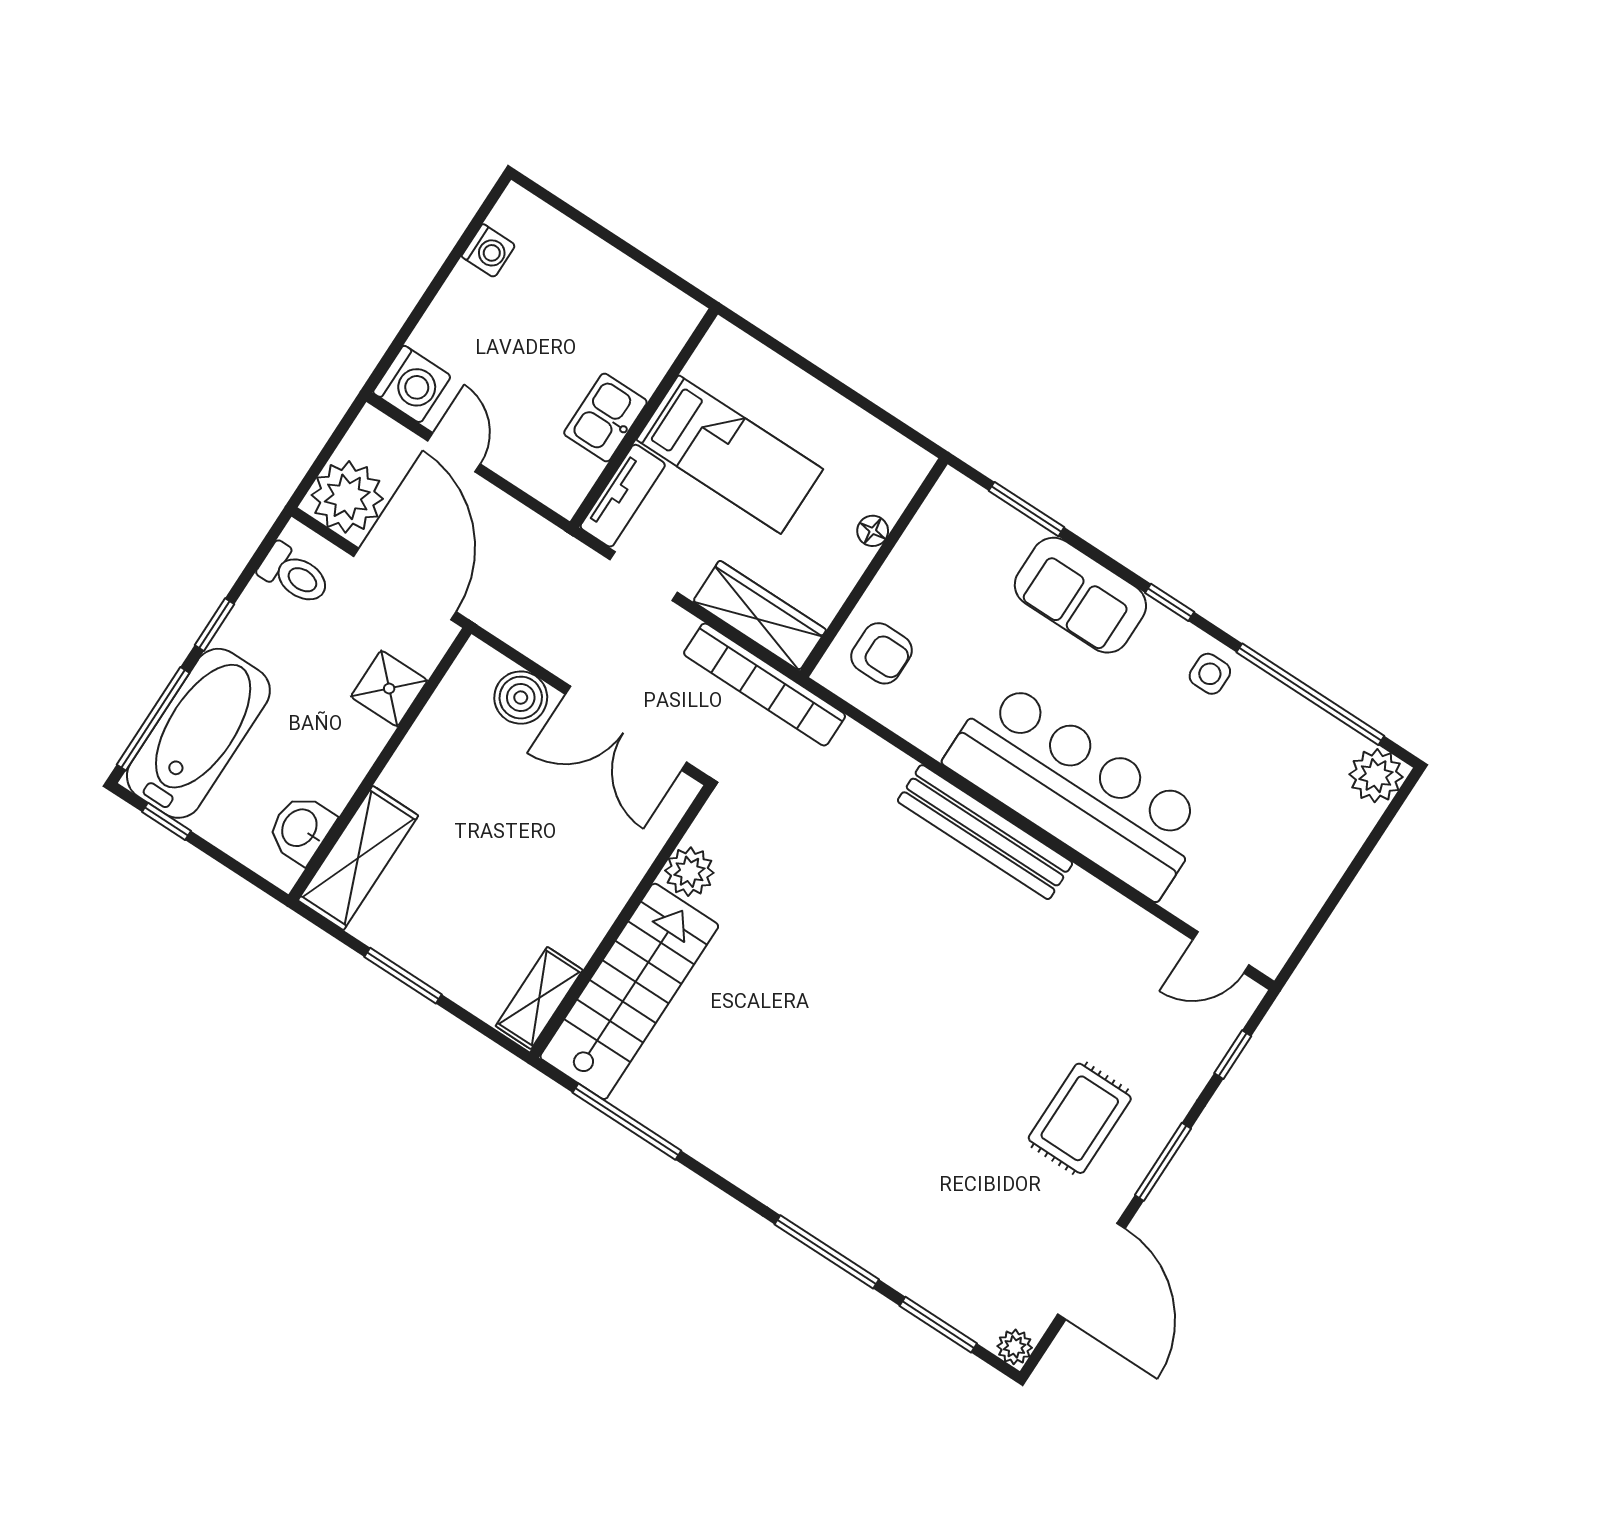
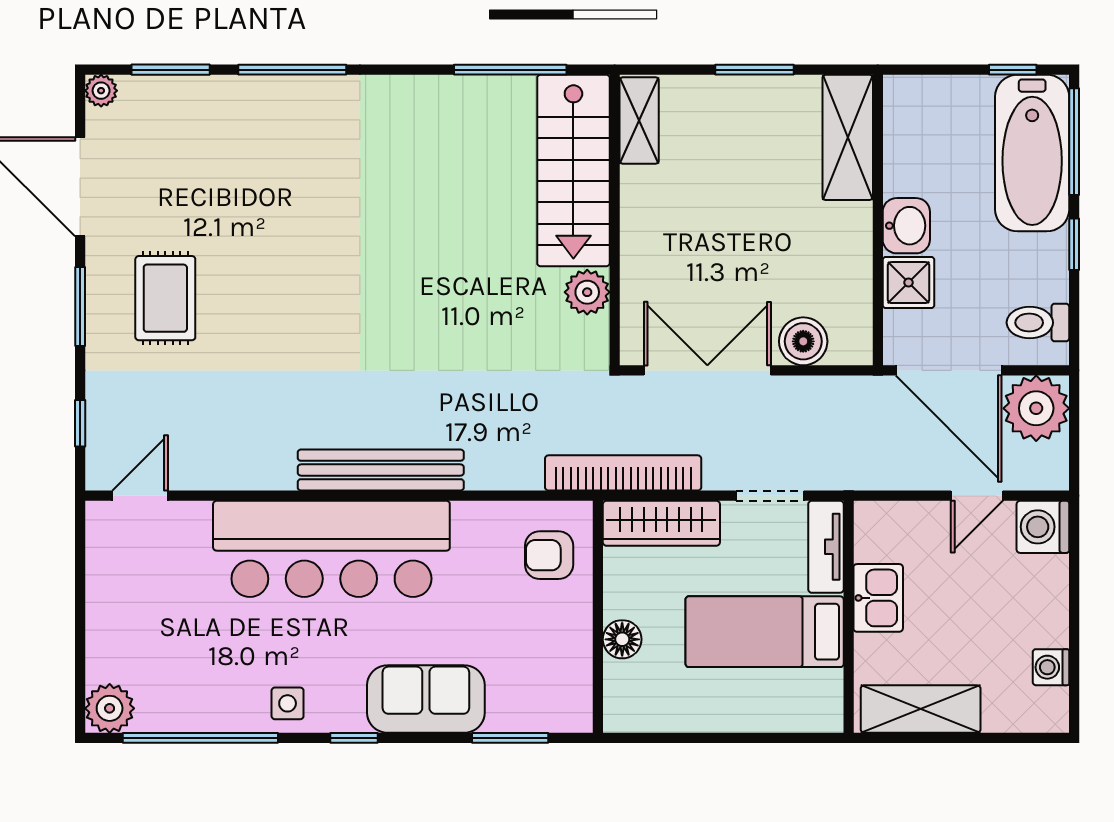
shelving: (633, 290) -> (921, 709), added
door: (454, 452) -> (977, 496), hinge flipped
floor lamp: (873, 531) -> (622, 639), width x1.37, depth x1.37
washbasin: (301, 829) -> (906, 226), moved

